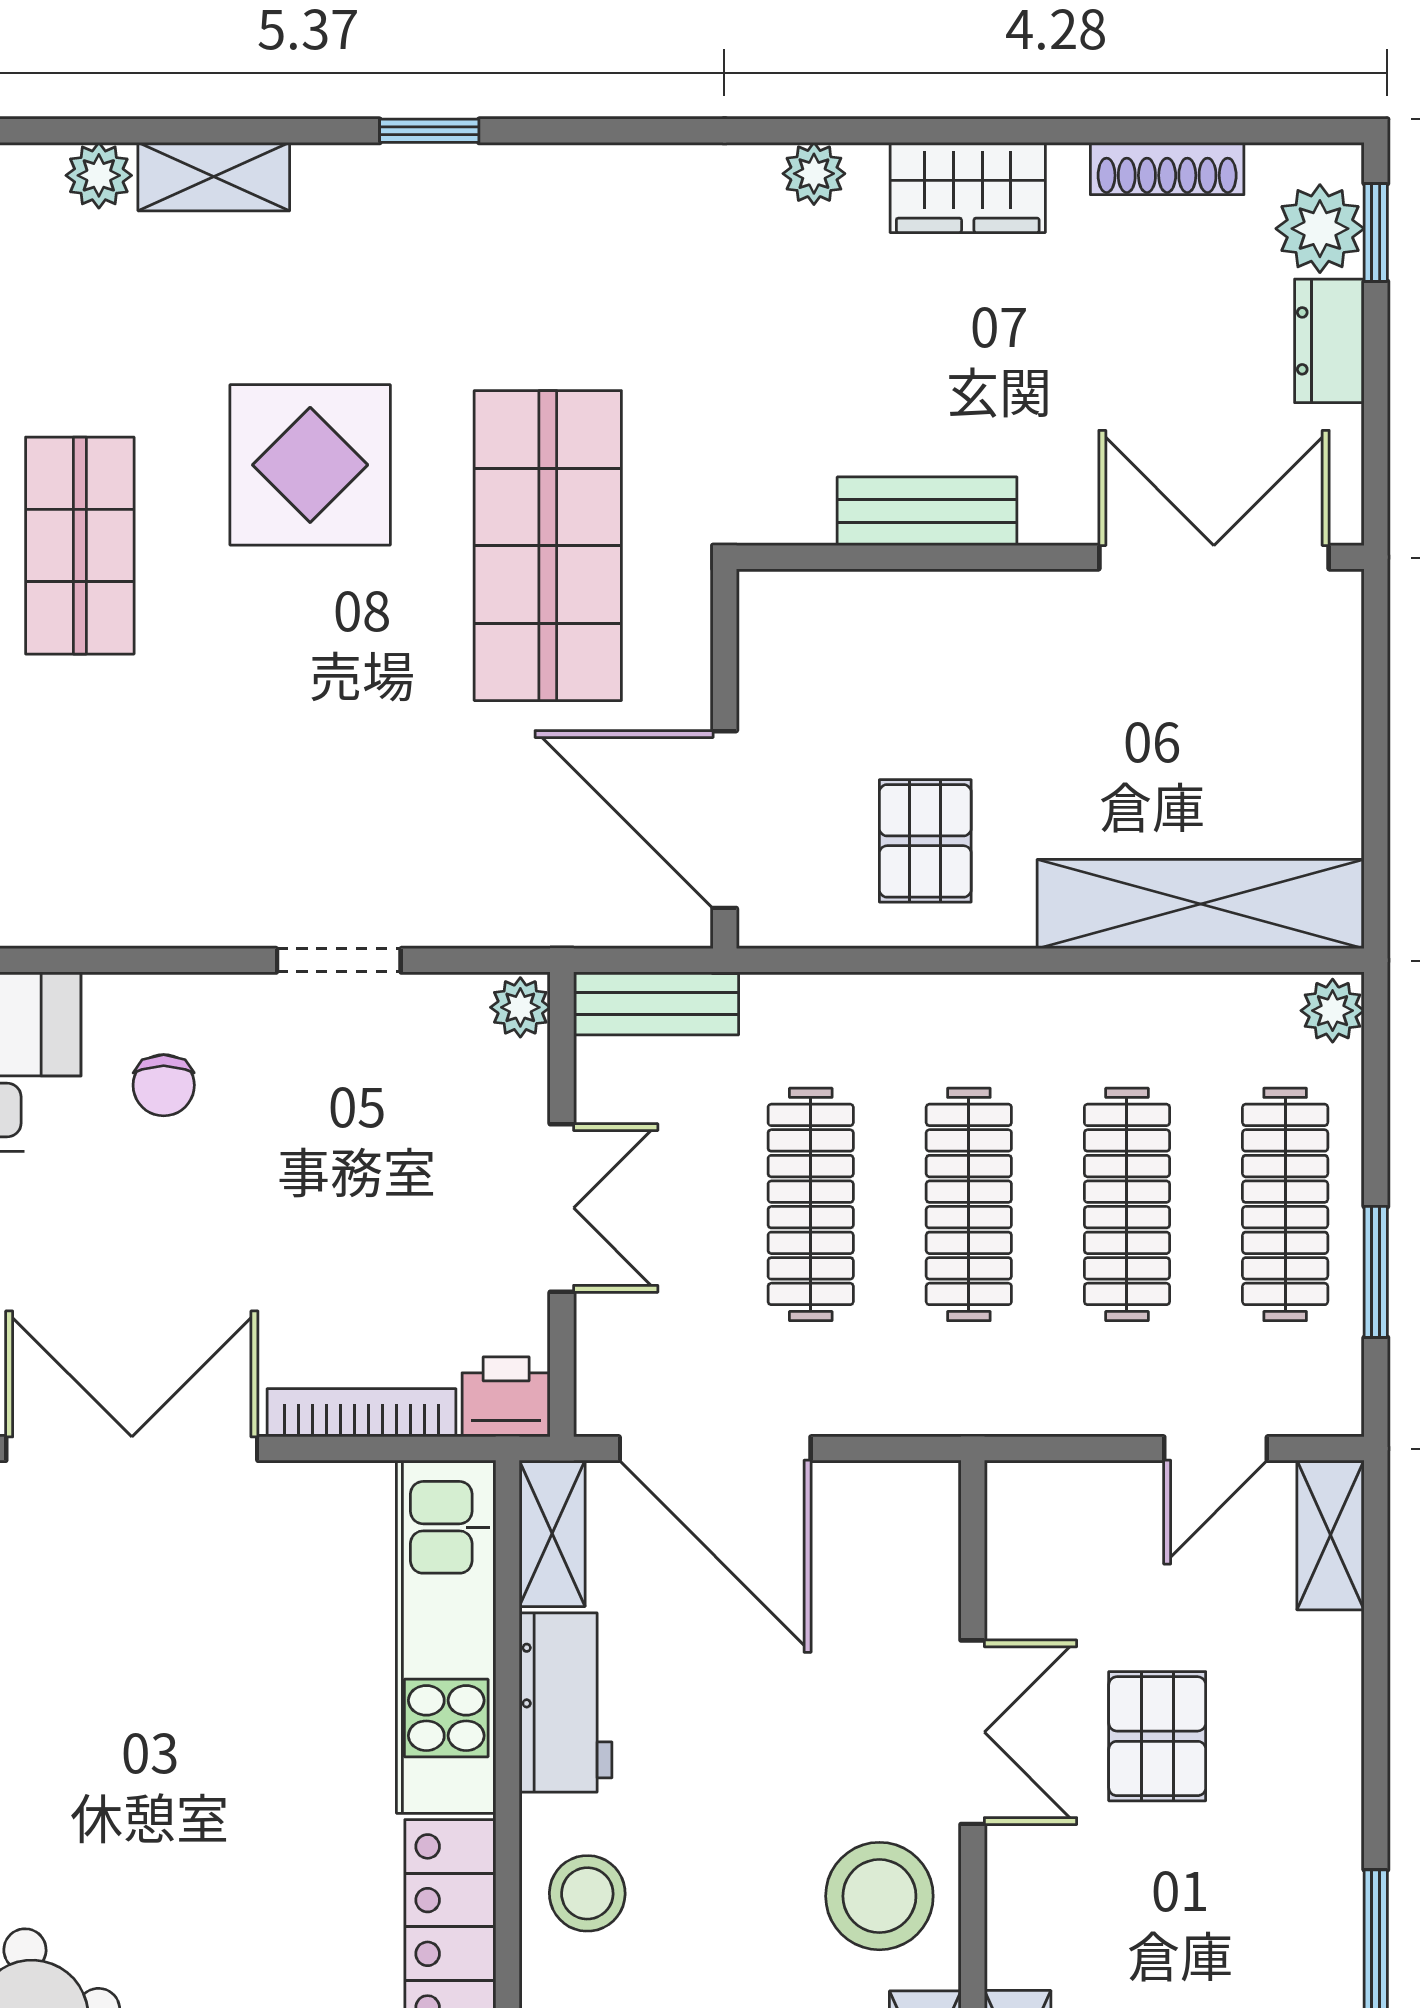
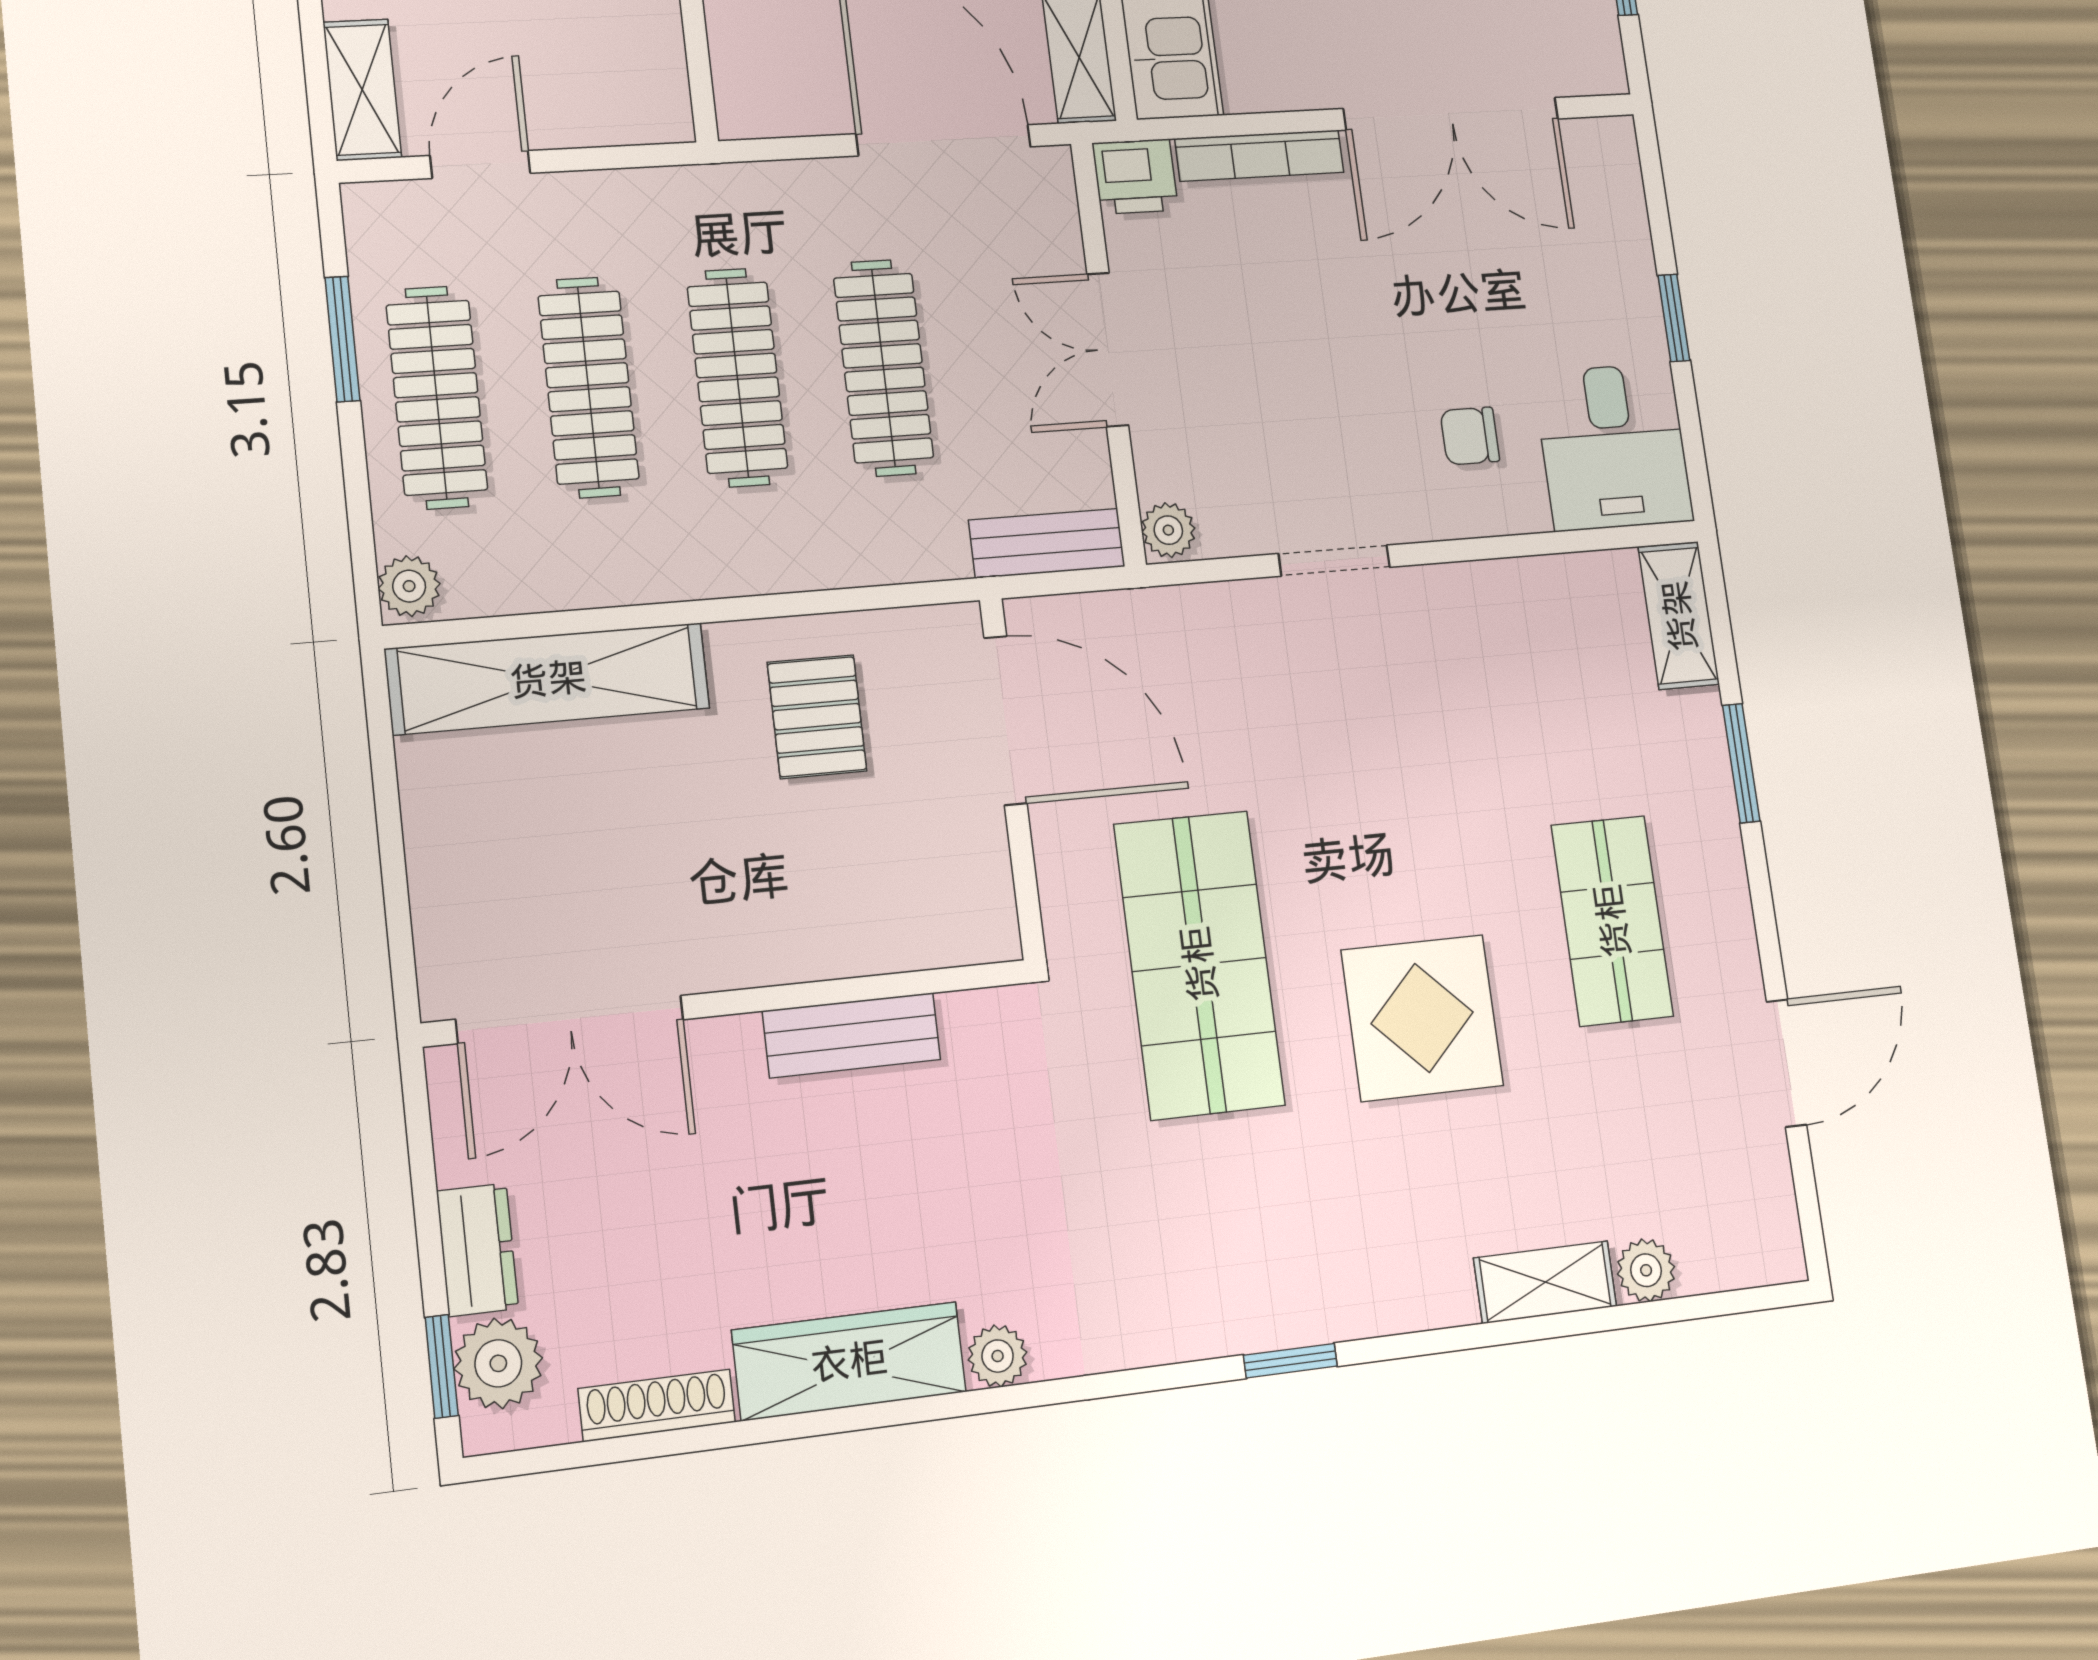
window: (429, 131) -> (1290, 1361), moved
wardrobe: (968, 187) -> (849, 1361), width x1.50
chair: (164, 1085) -> (1470, 436), turned -90

